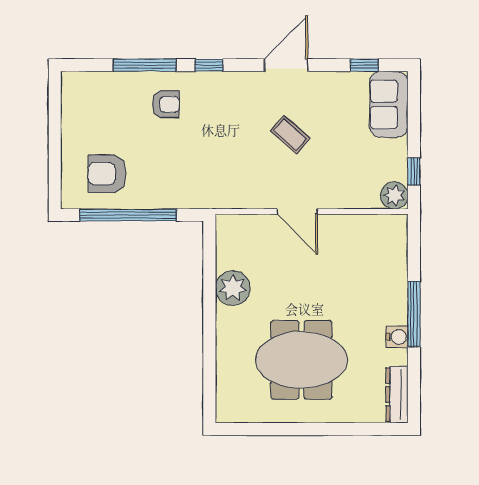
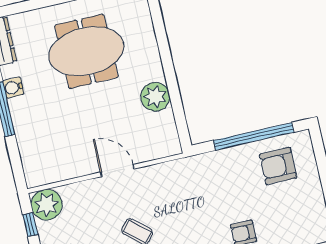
armchair: (107, 174) -> (278, 166), turned 180
plant: (394, 195) -> (47, 205), width x1.36, depth x1.36

